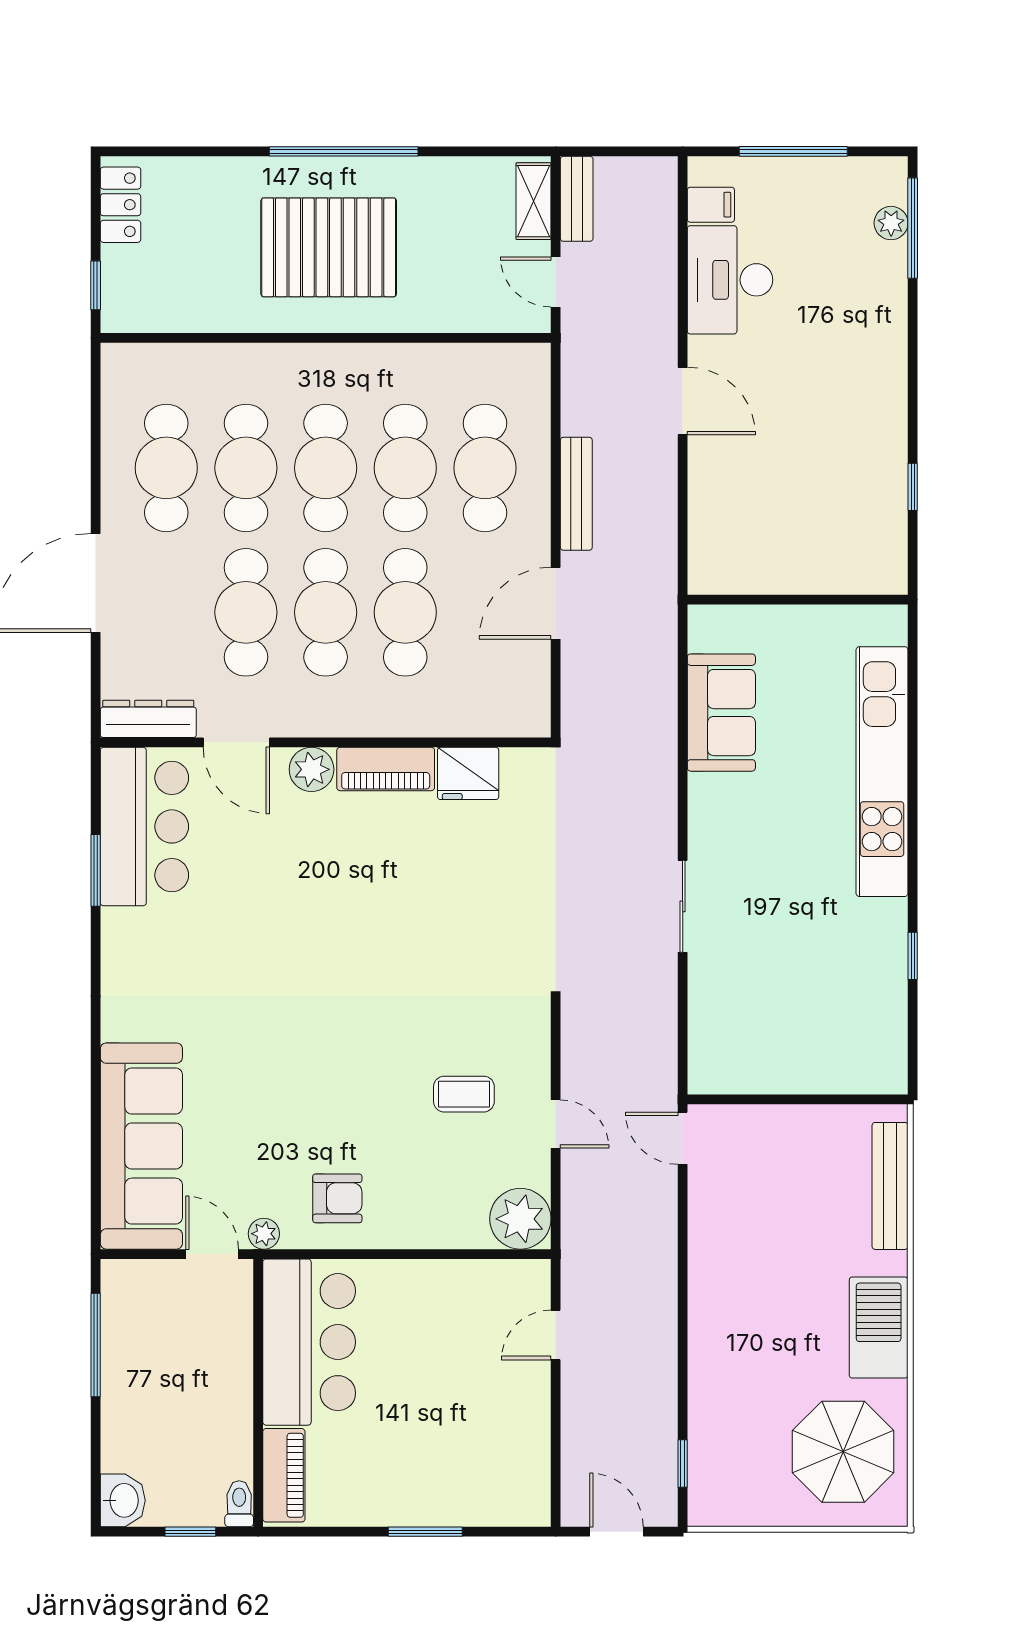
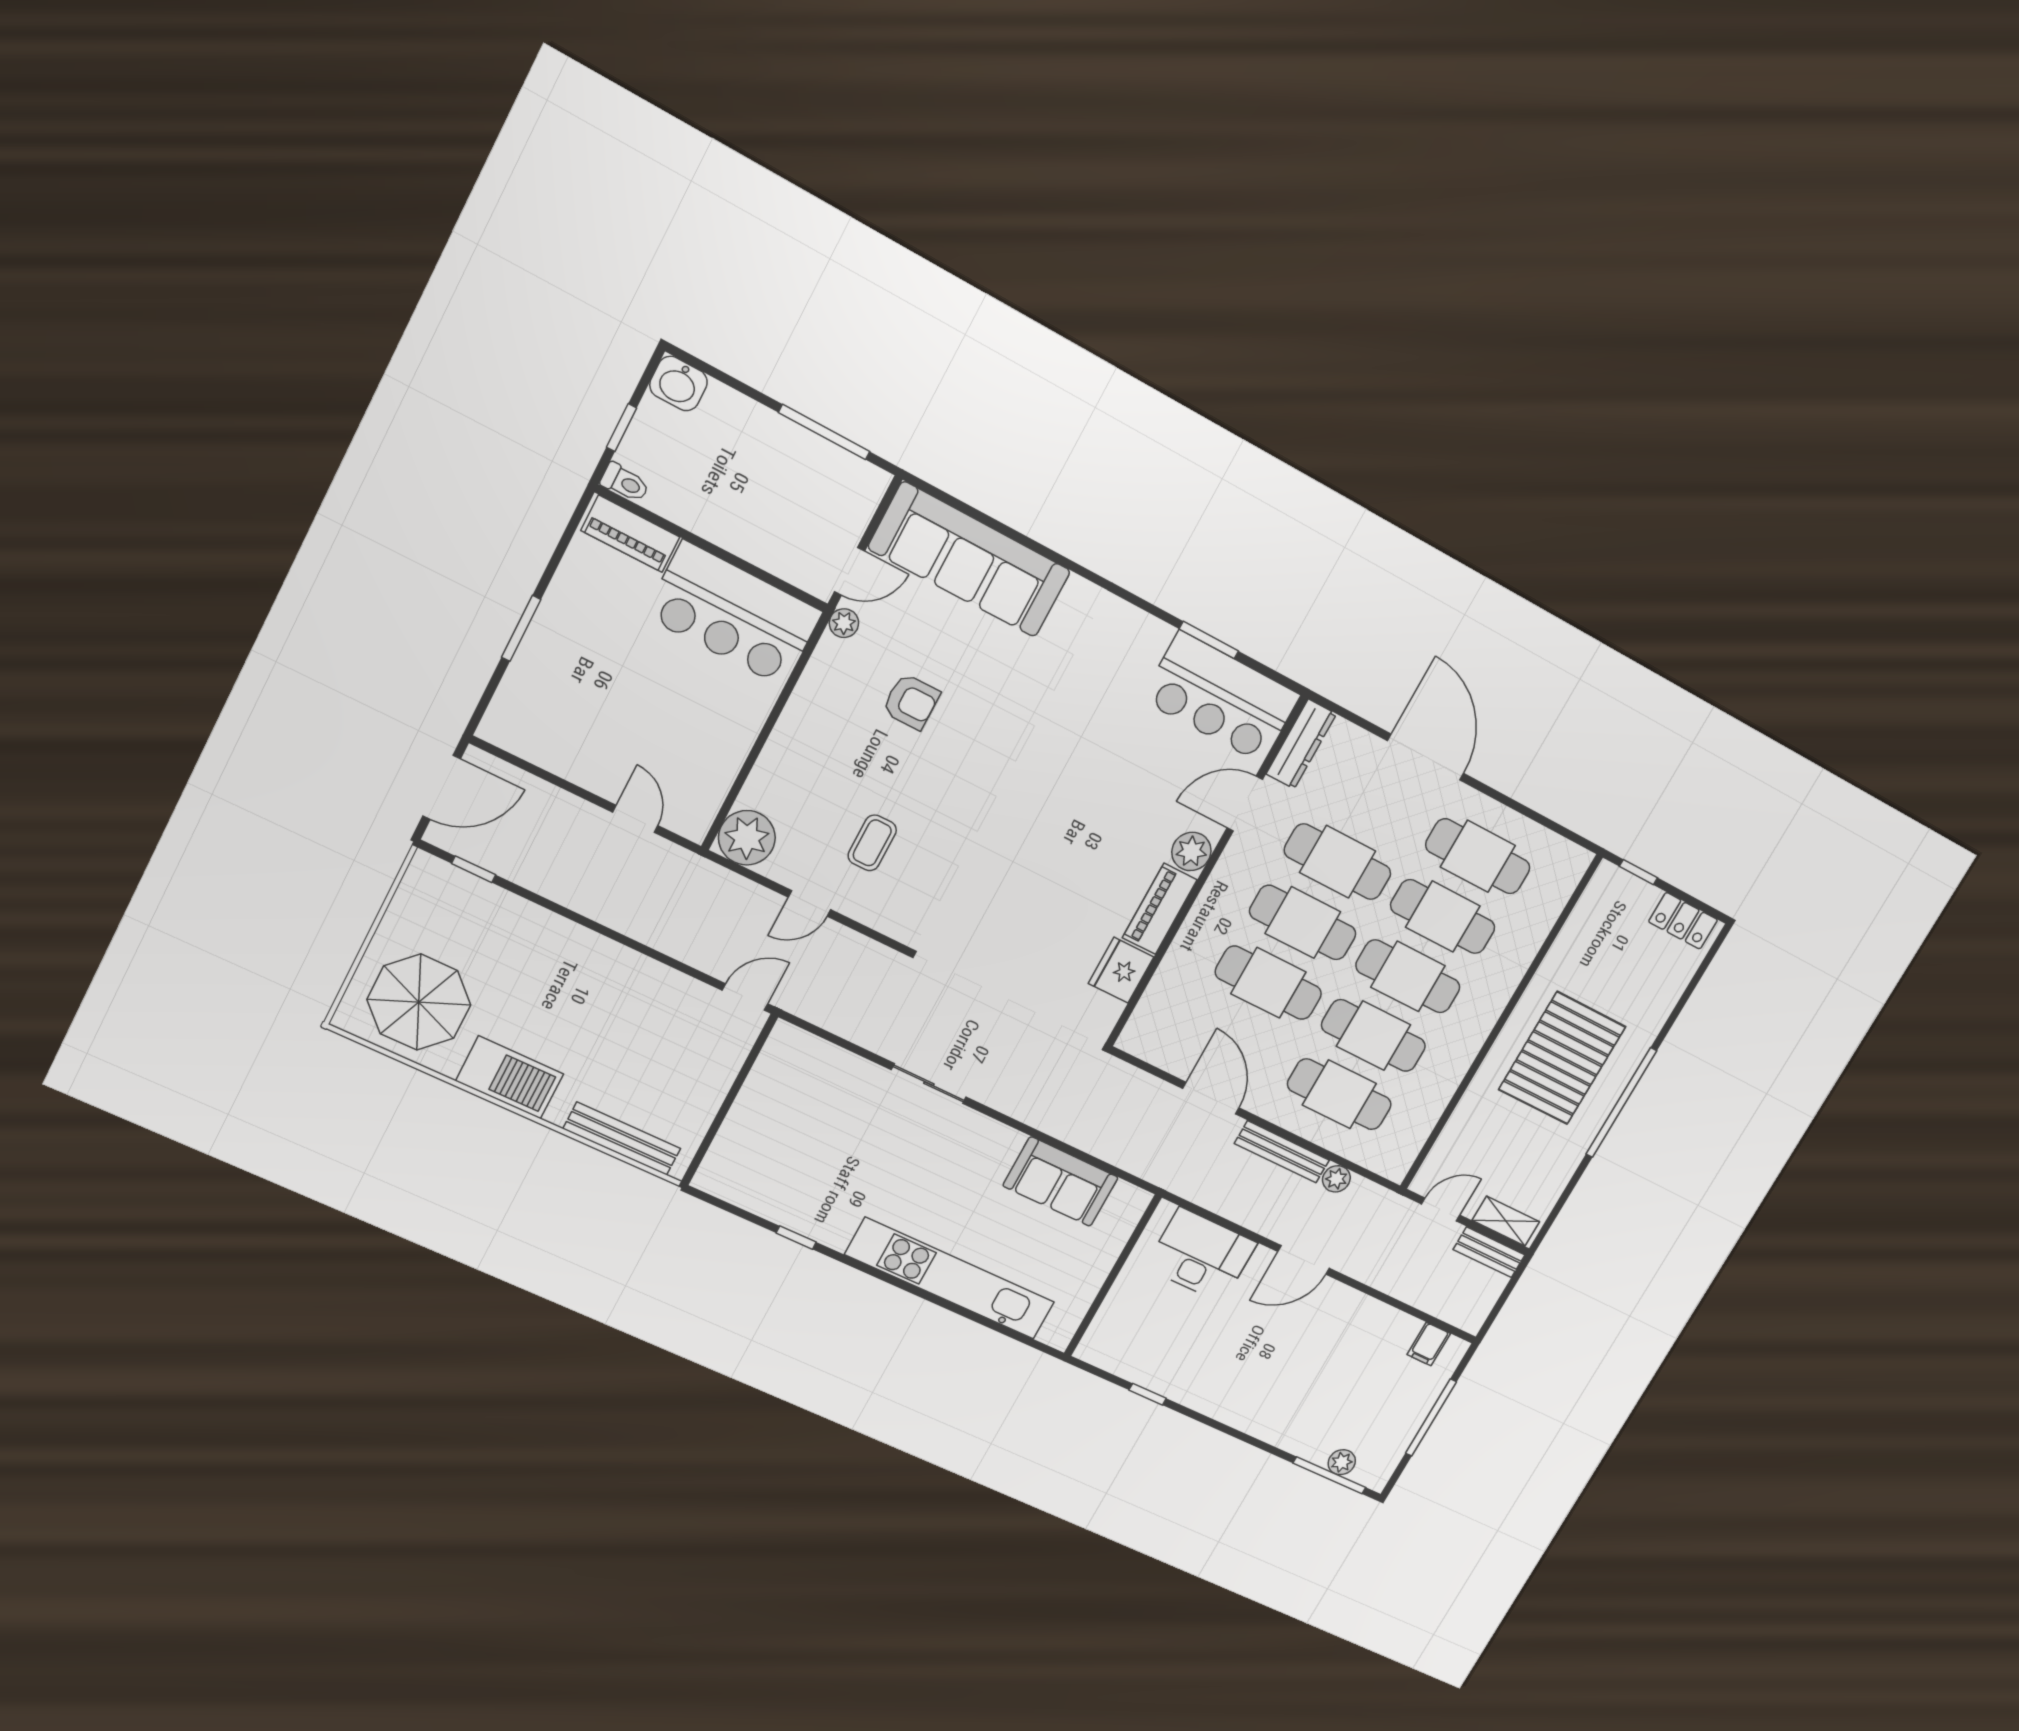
desk: (730, 280) -> (1201, 1255), moved
plant: (577, 417) -> (1336, 1179), added
armchair: (337, 1198) -> (911, 702), moved, turned -90
door: (616, 1532) -> (442, 787), width x1.38

